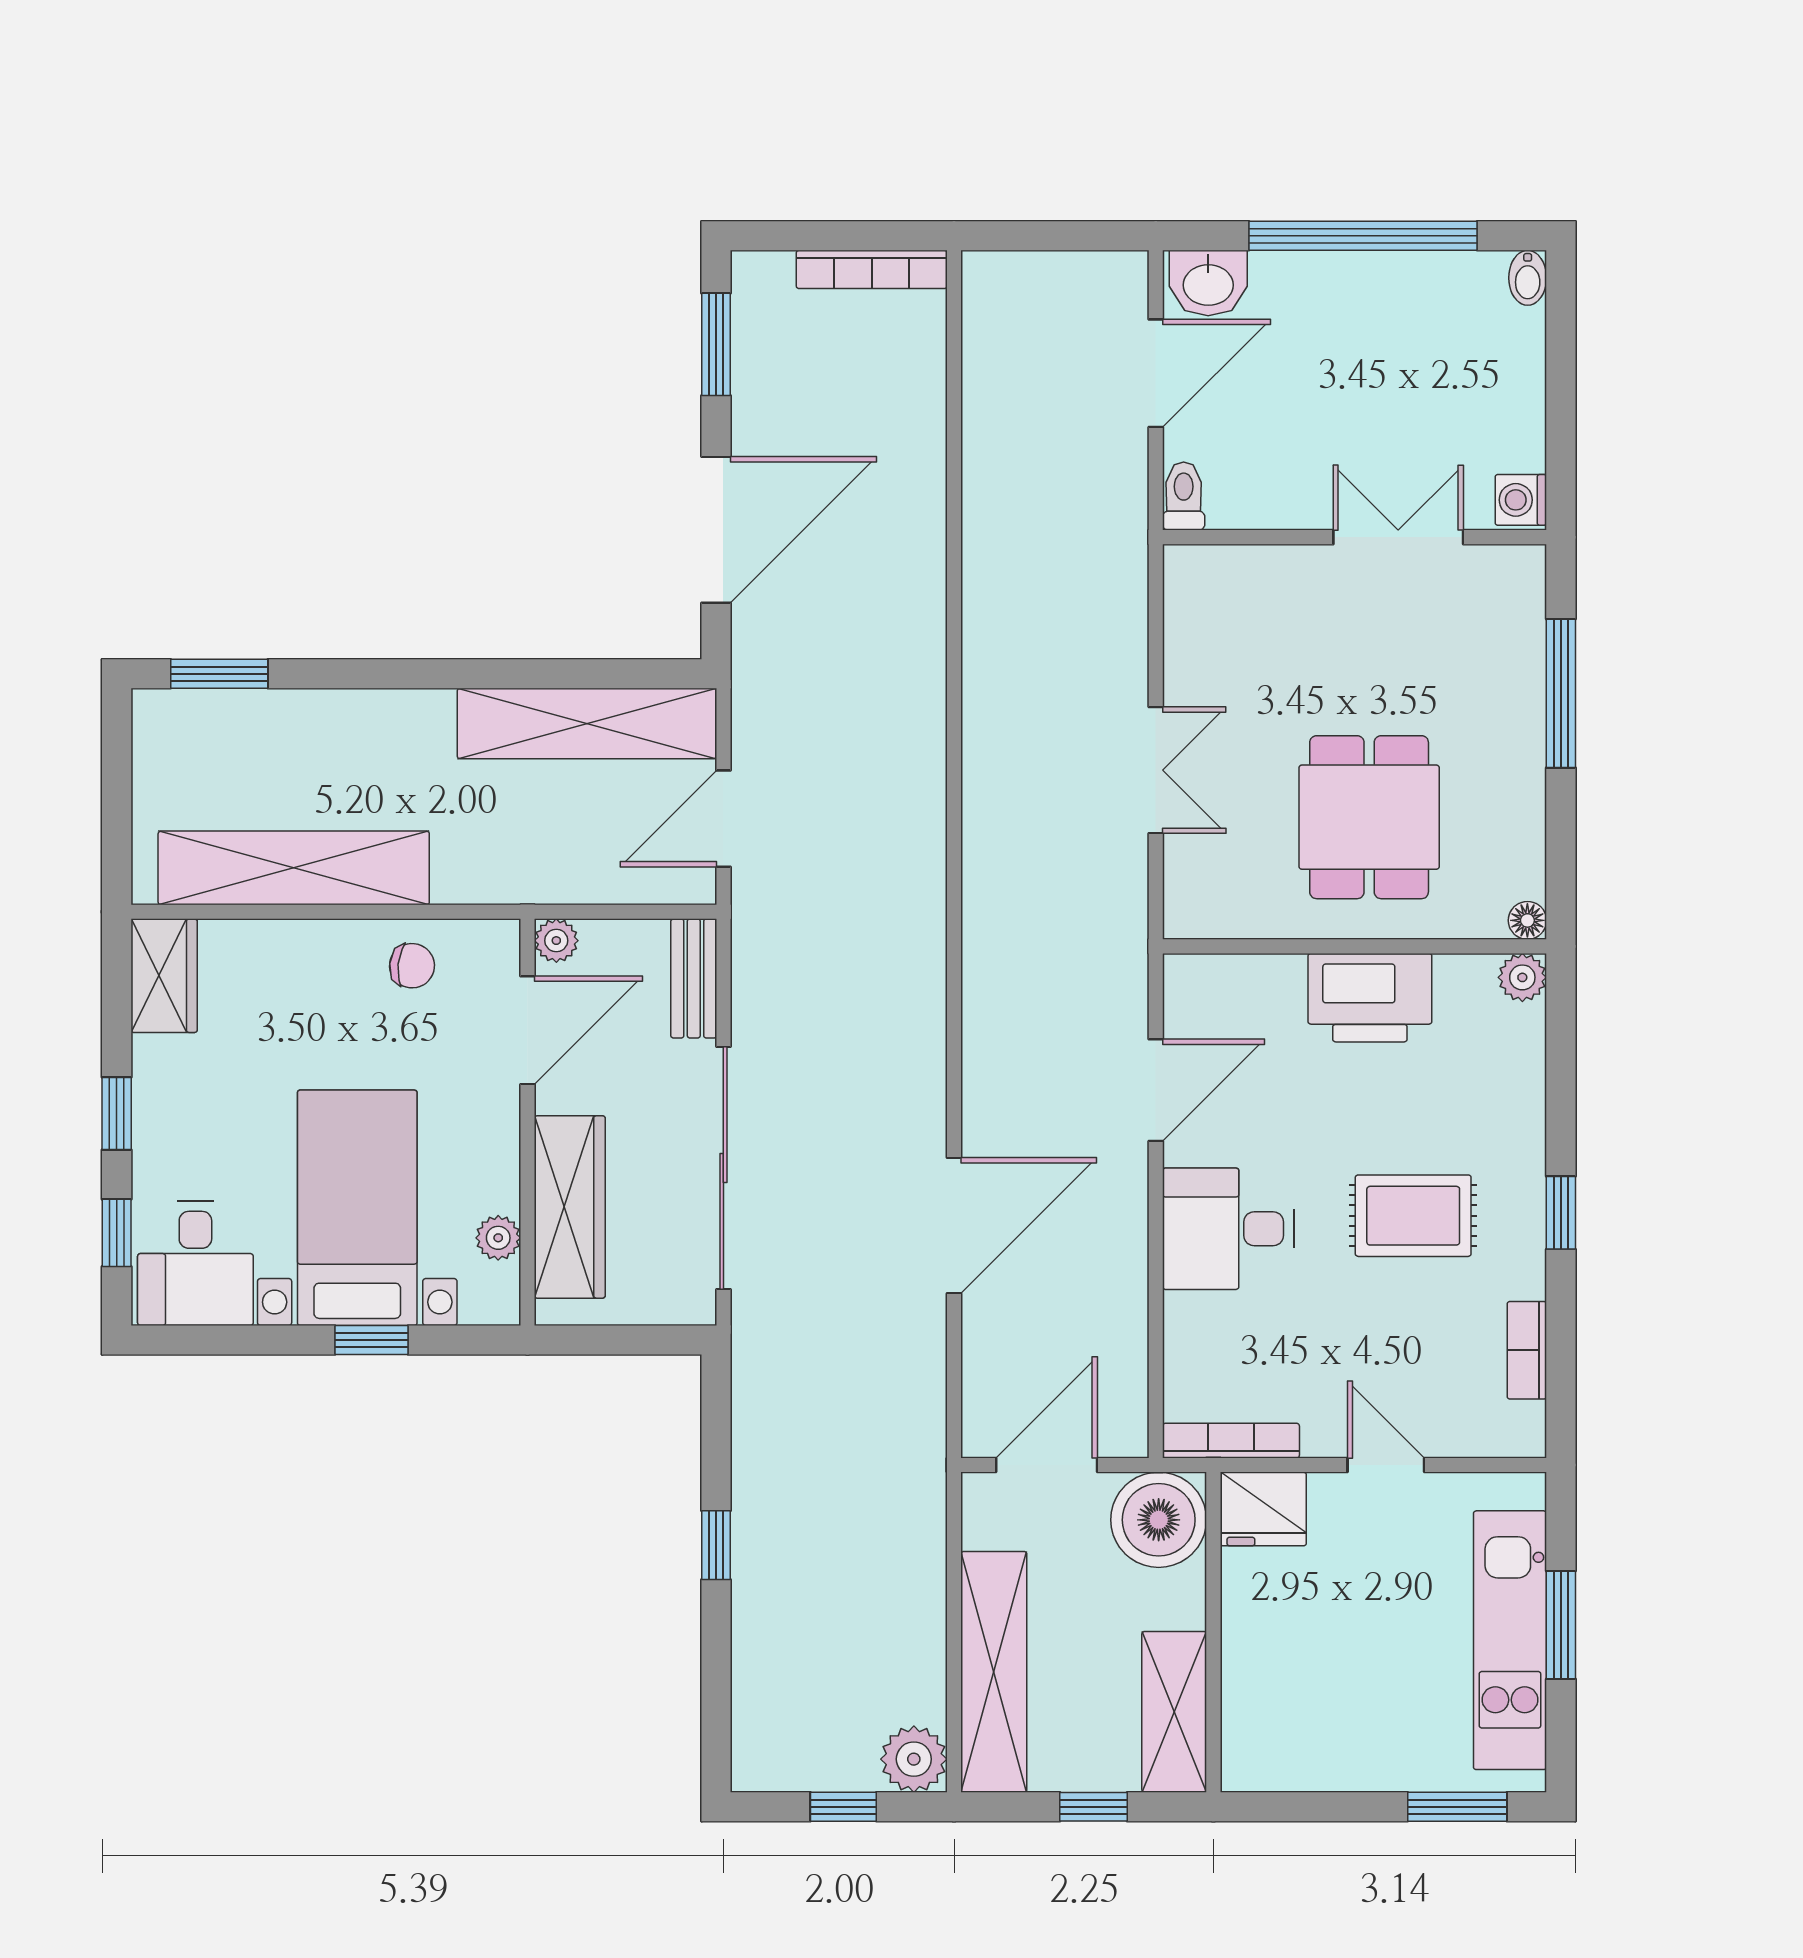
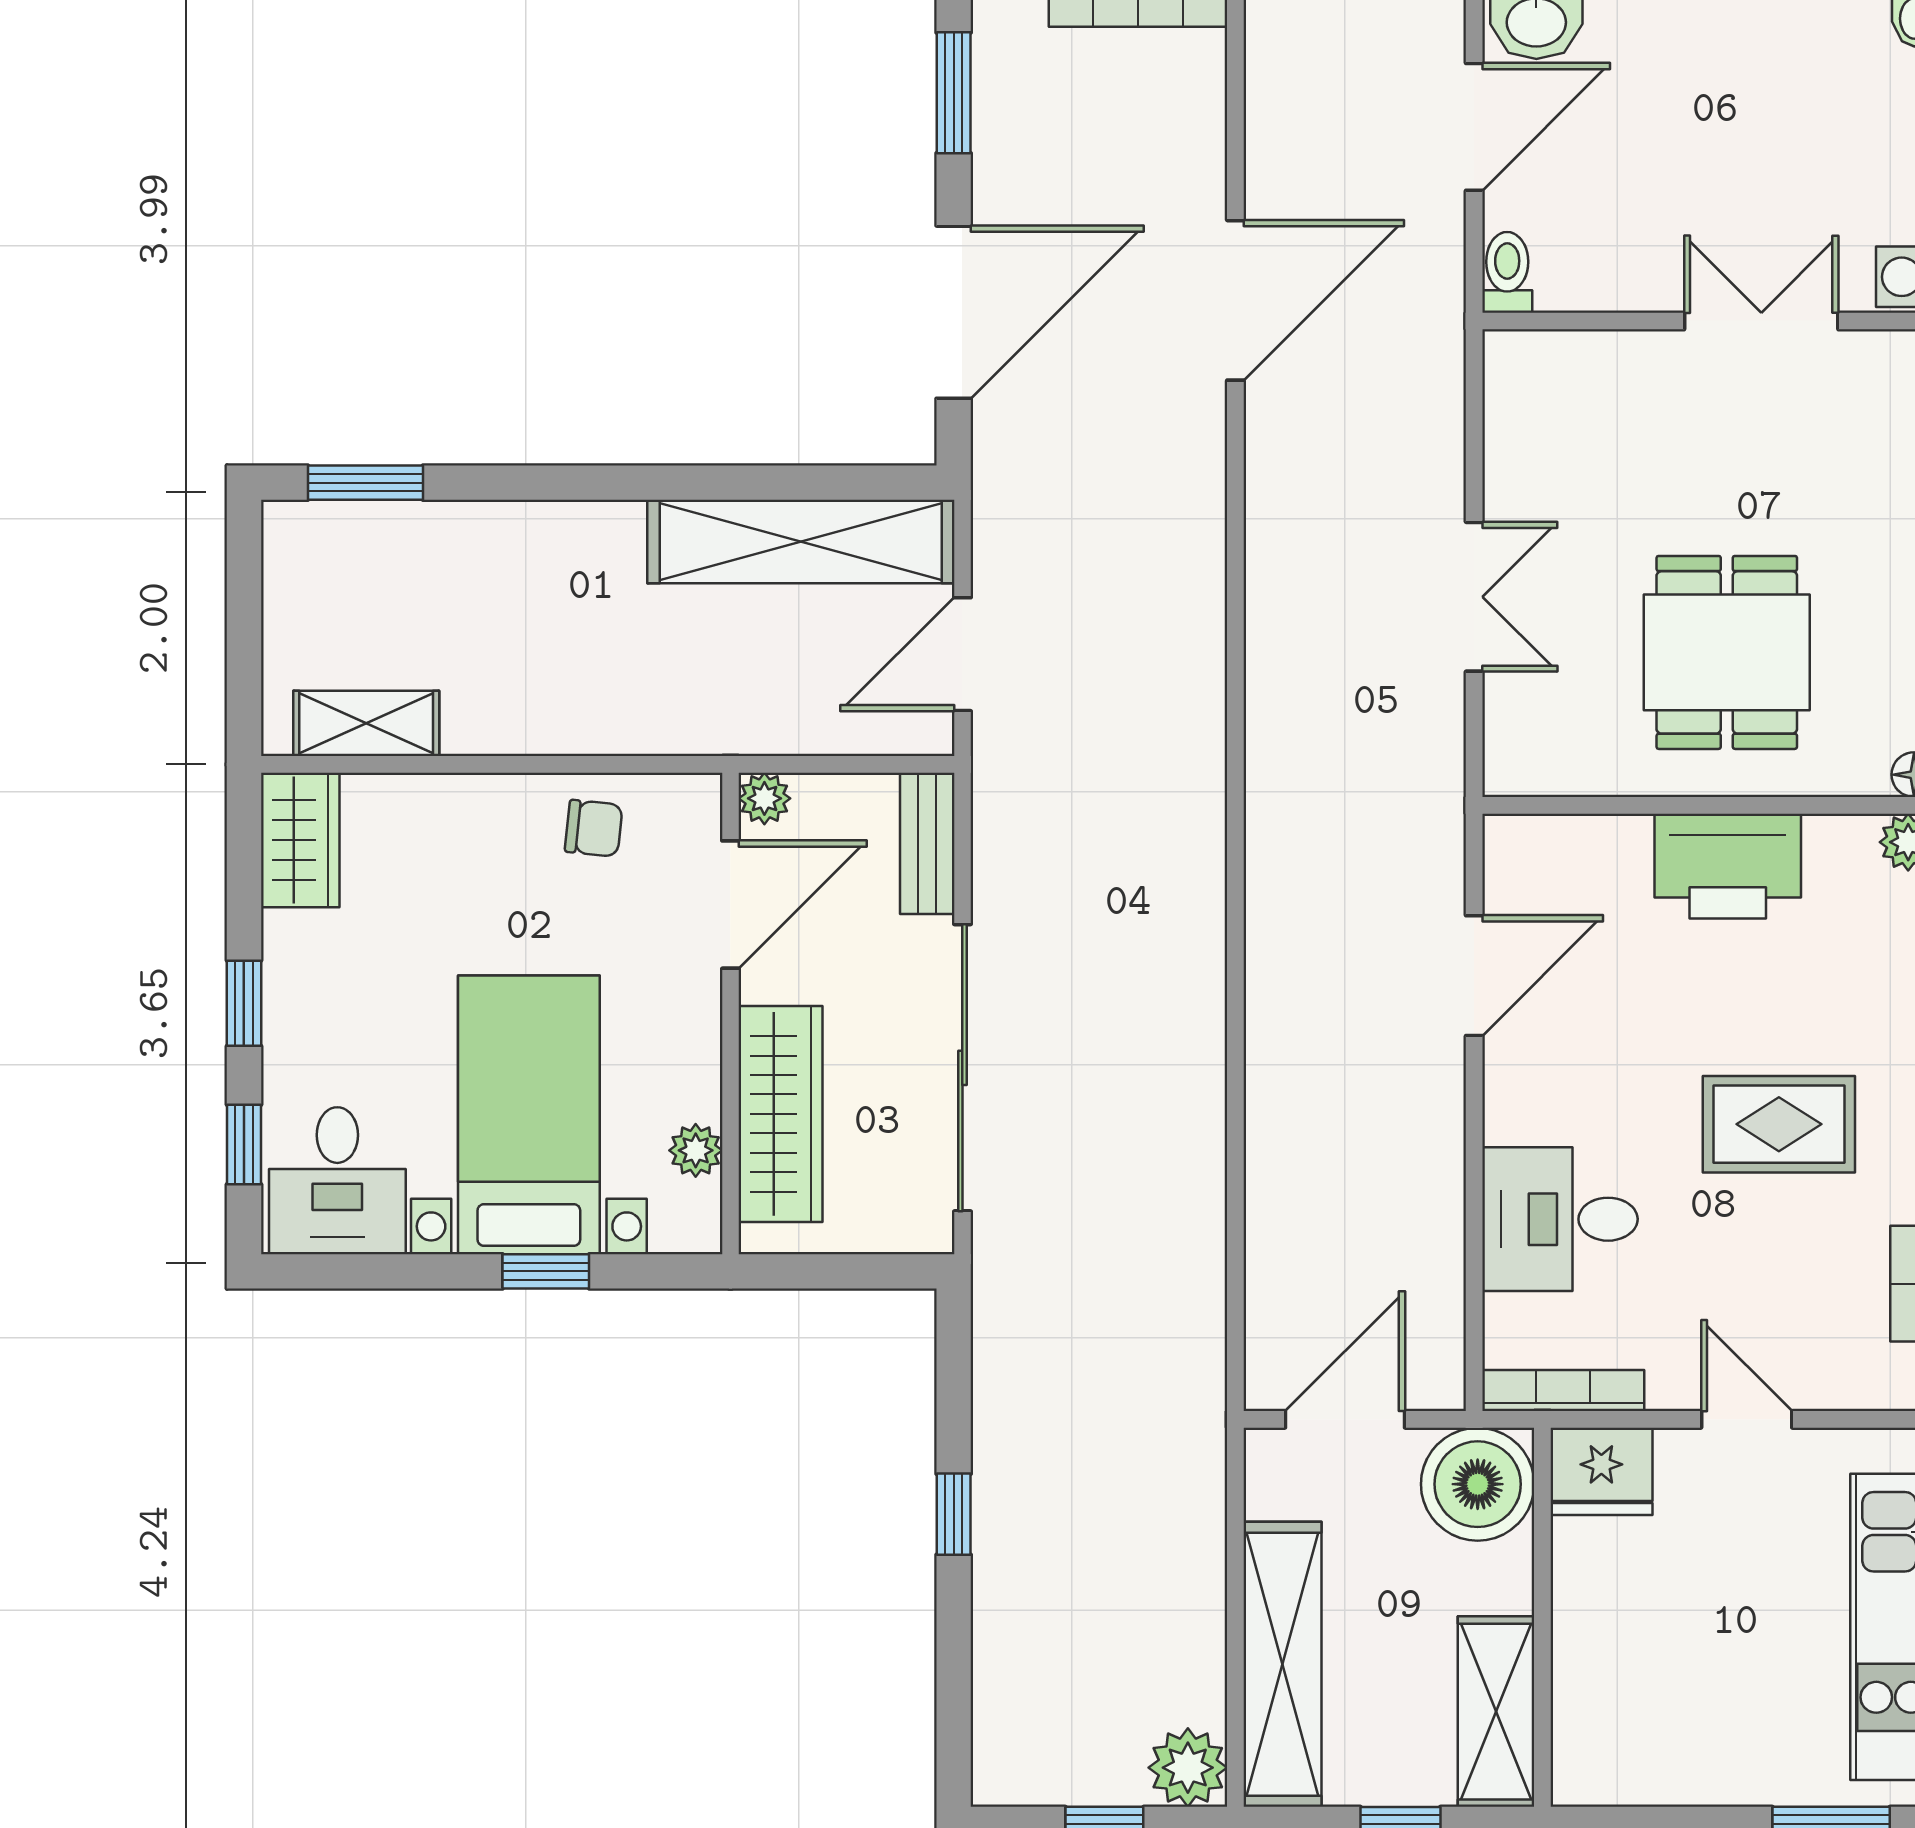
shelving: (294, 868) -> (366, 723), width x0.45, depth x0.75
door: (954, 1225) -> (1235, 300), moved
desk: (1228, 1229) -> (1560, 1219), moved

